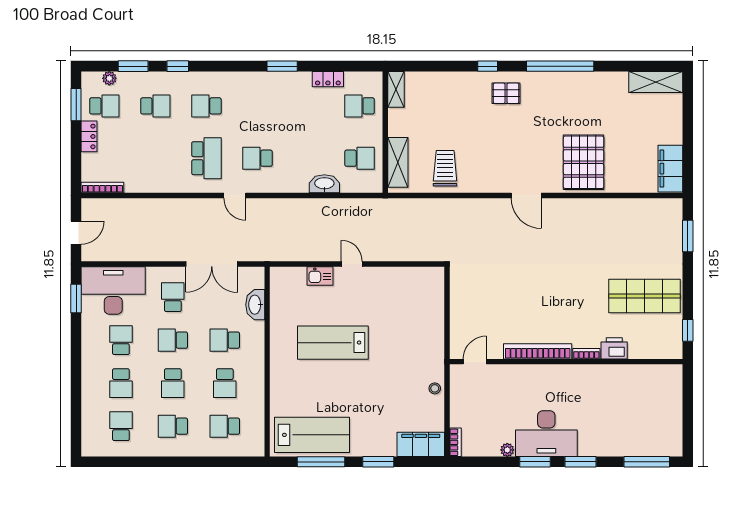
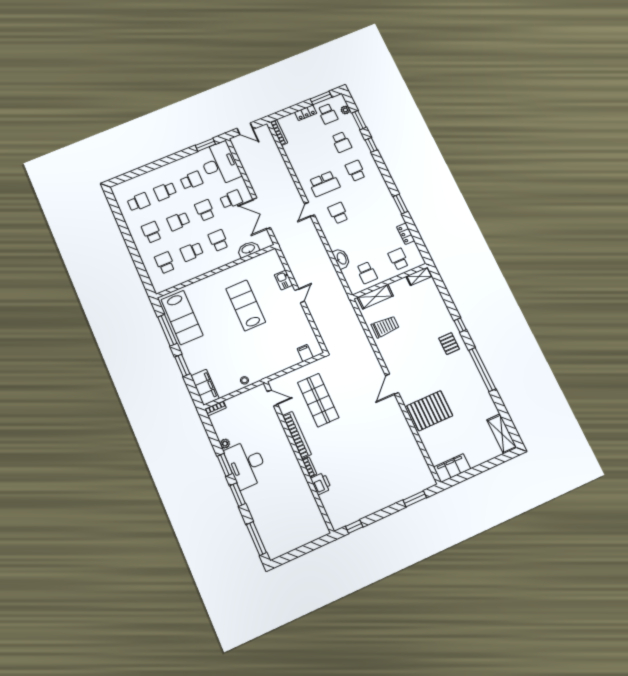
filing cabinet: (434, 292) -> (305, 353), added
shop shelf: (645, 296) -> (318, 400), moved

